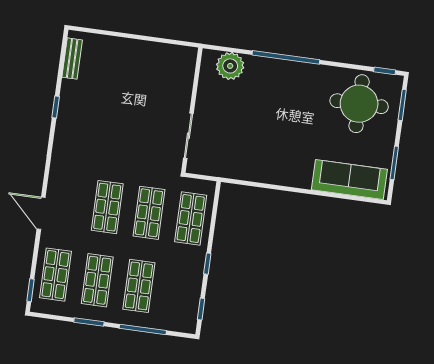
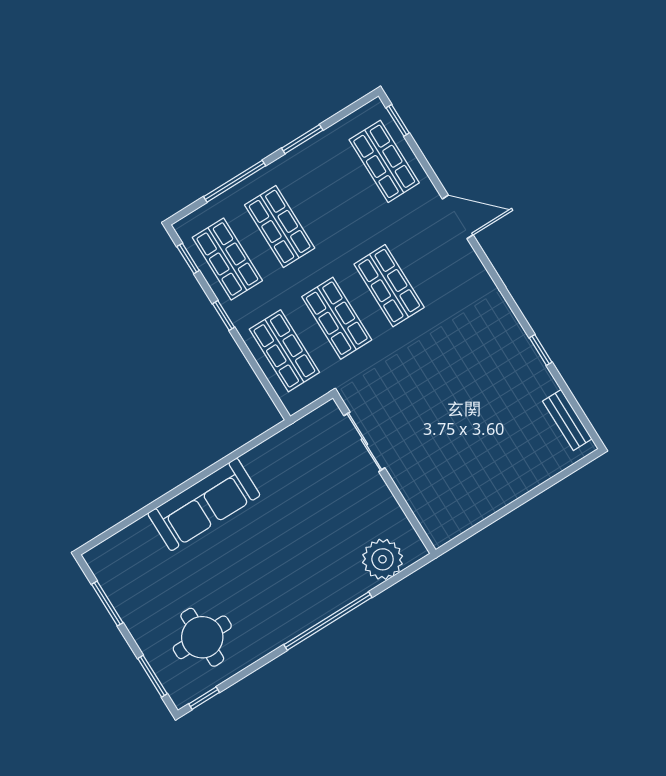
round table: (359, 104) -> (202, 637), width x0.73, depth x0.73
sofa: (349, 180) -> (204, 504), moved
shop shelf: (97, 280) -> (227, 259), moved

